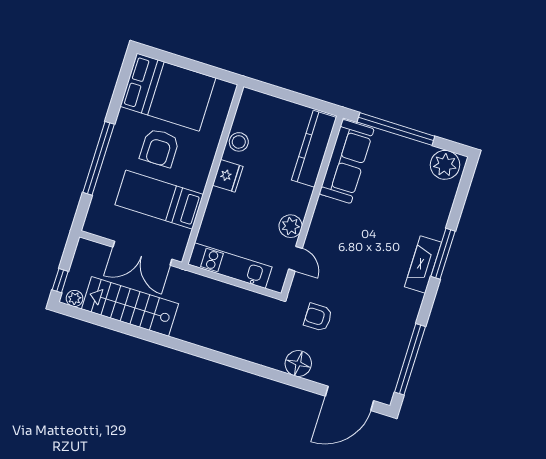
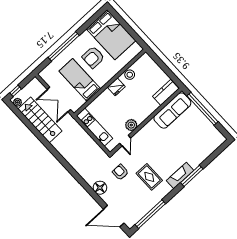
kitchen counter: (314, 149) -> (166, 93), width x0.67
plant: (445, 165) -> (215, 137), removed
rug: (372, 297) -> (149, 177), added

